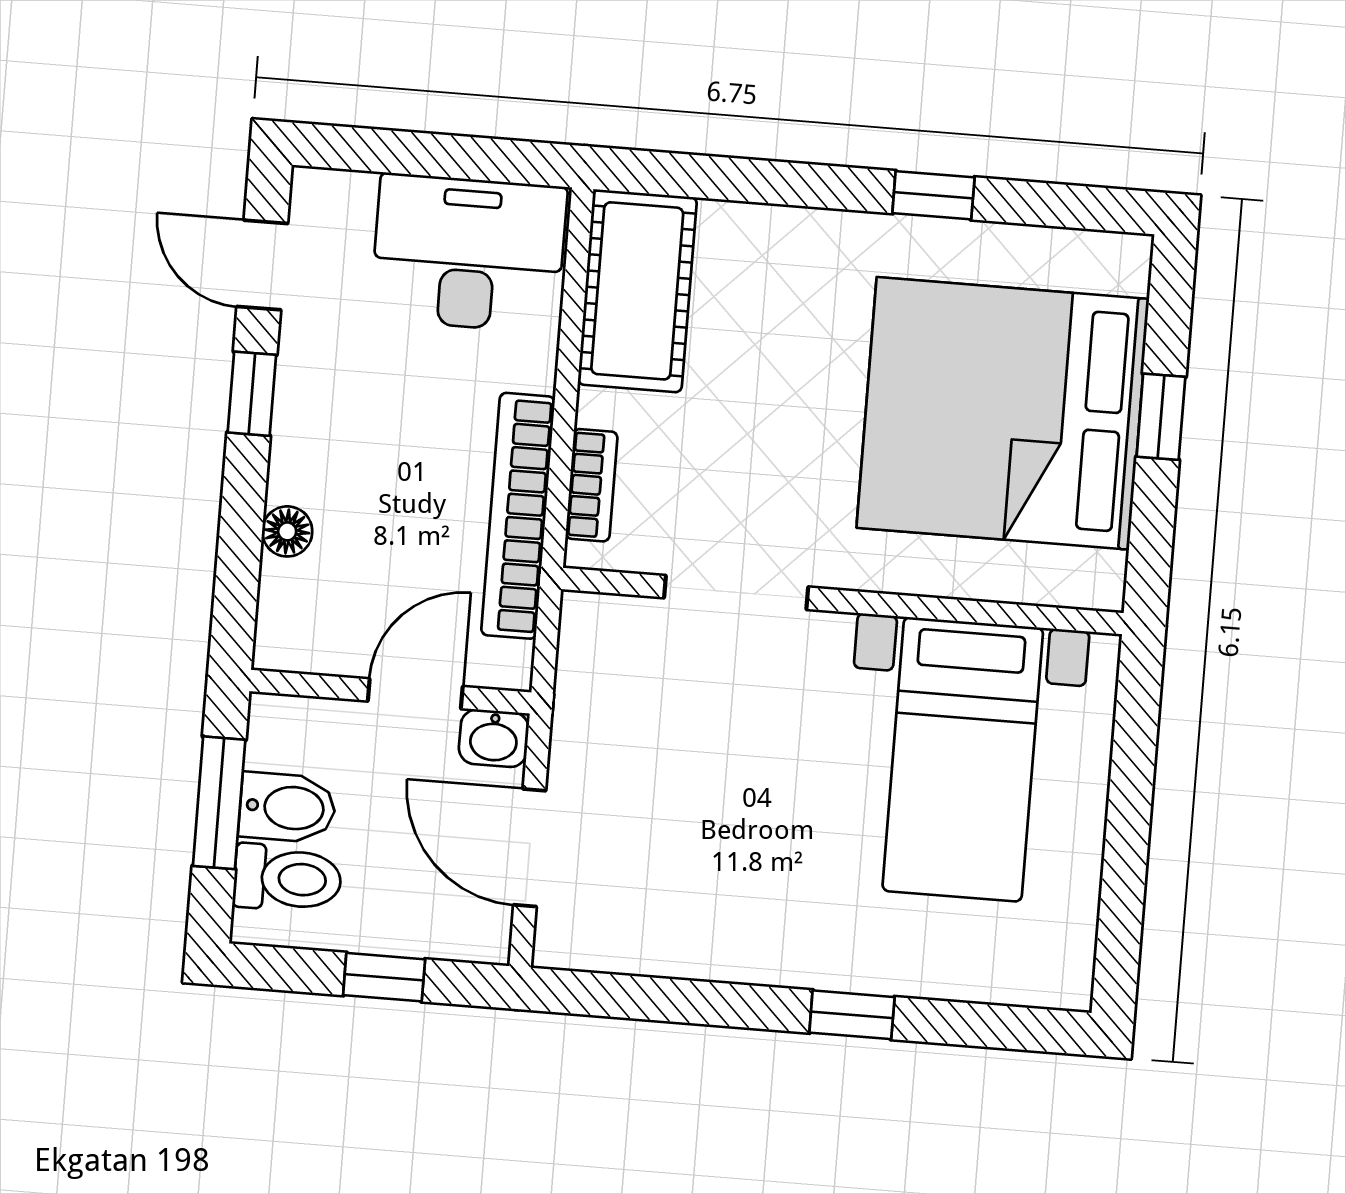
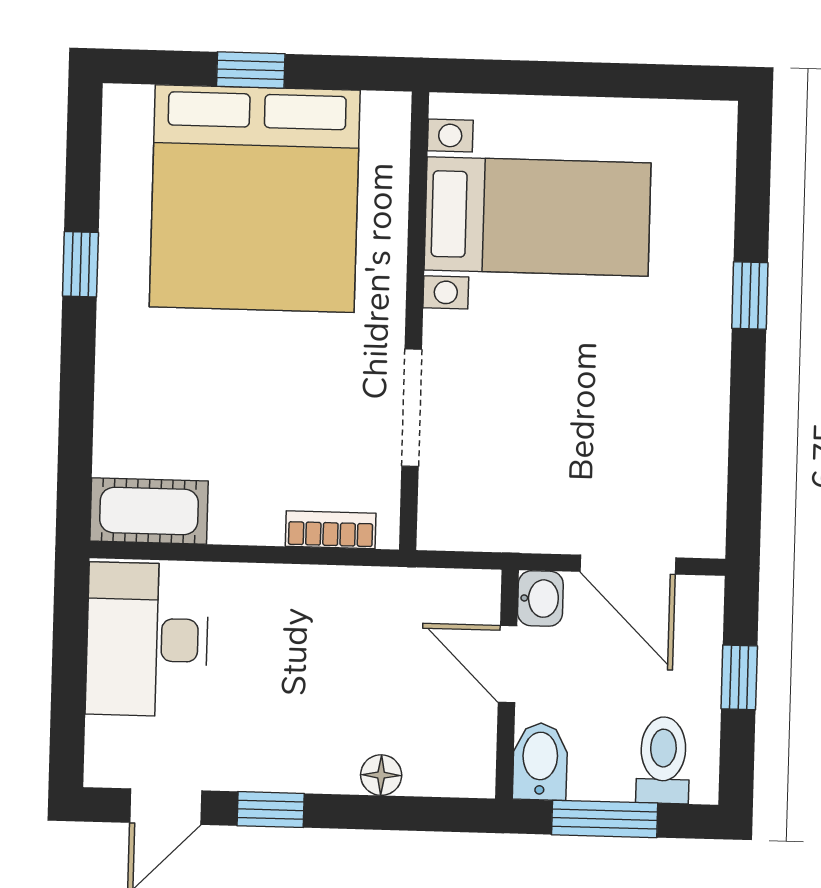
cot: (637, 291) -> (149, 511), width x0.73, depth x0.75
bookcase: (518, 516) -> (359, 588), removed
bidet: (287, 808) -> (540, 761), moved
door: (530, 848) -> (628, 565), hinge flipped

